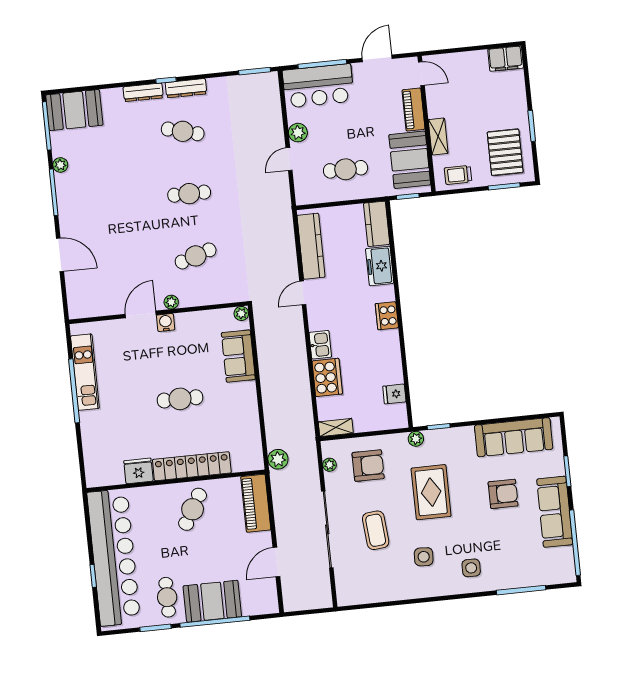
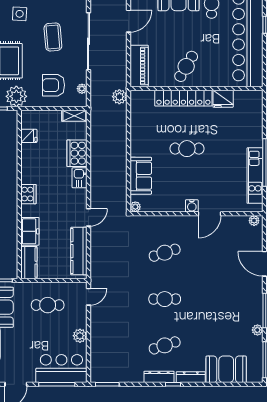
booth: (74, 110) -> (226, 369), moved
cafe table: (183, 131) -> (165, 345), turned -33
door: (289, 159) -> (88, 297), moved
plant: (171, 302) -> (254, 221), moved
plant: (416, 439) -> (16, 96), width x1.88, depth x1.88

